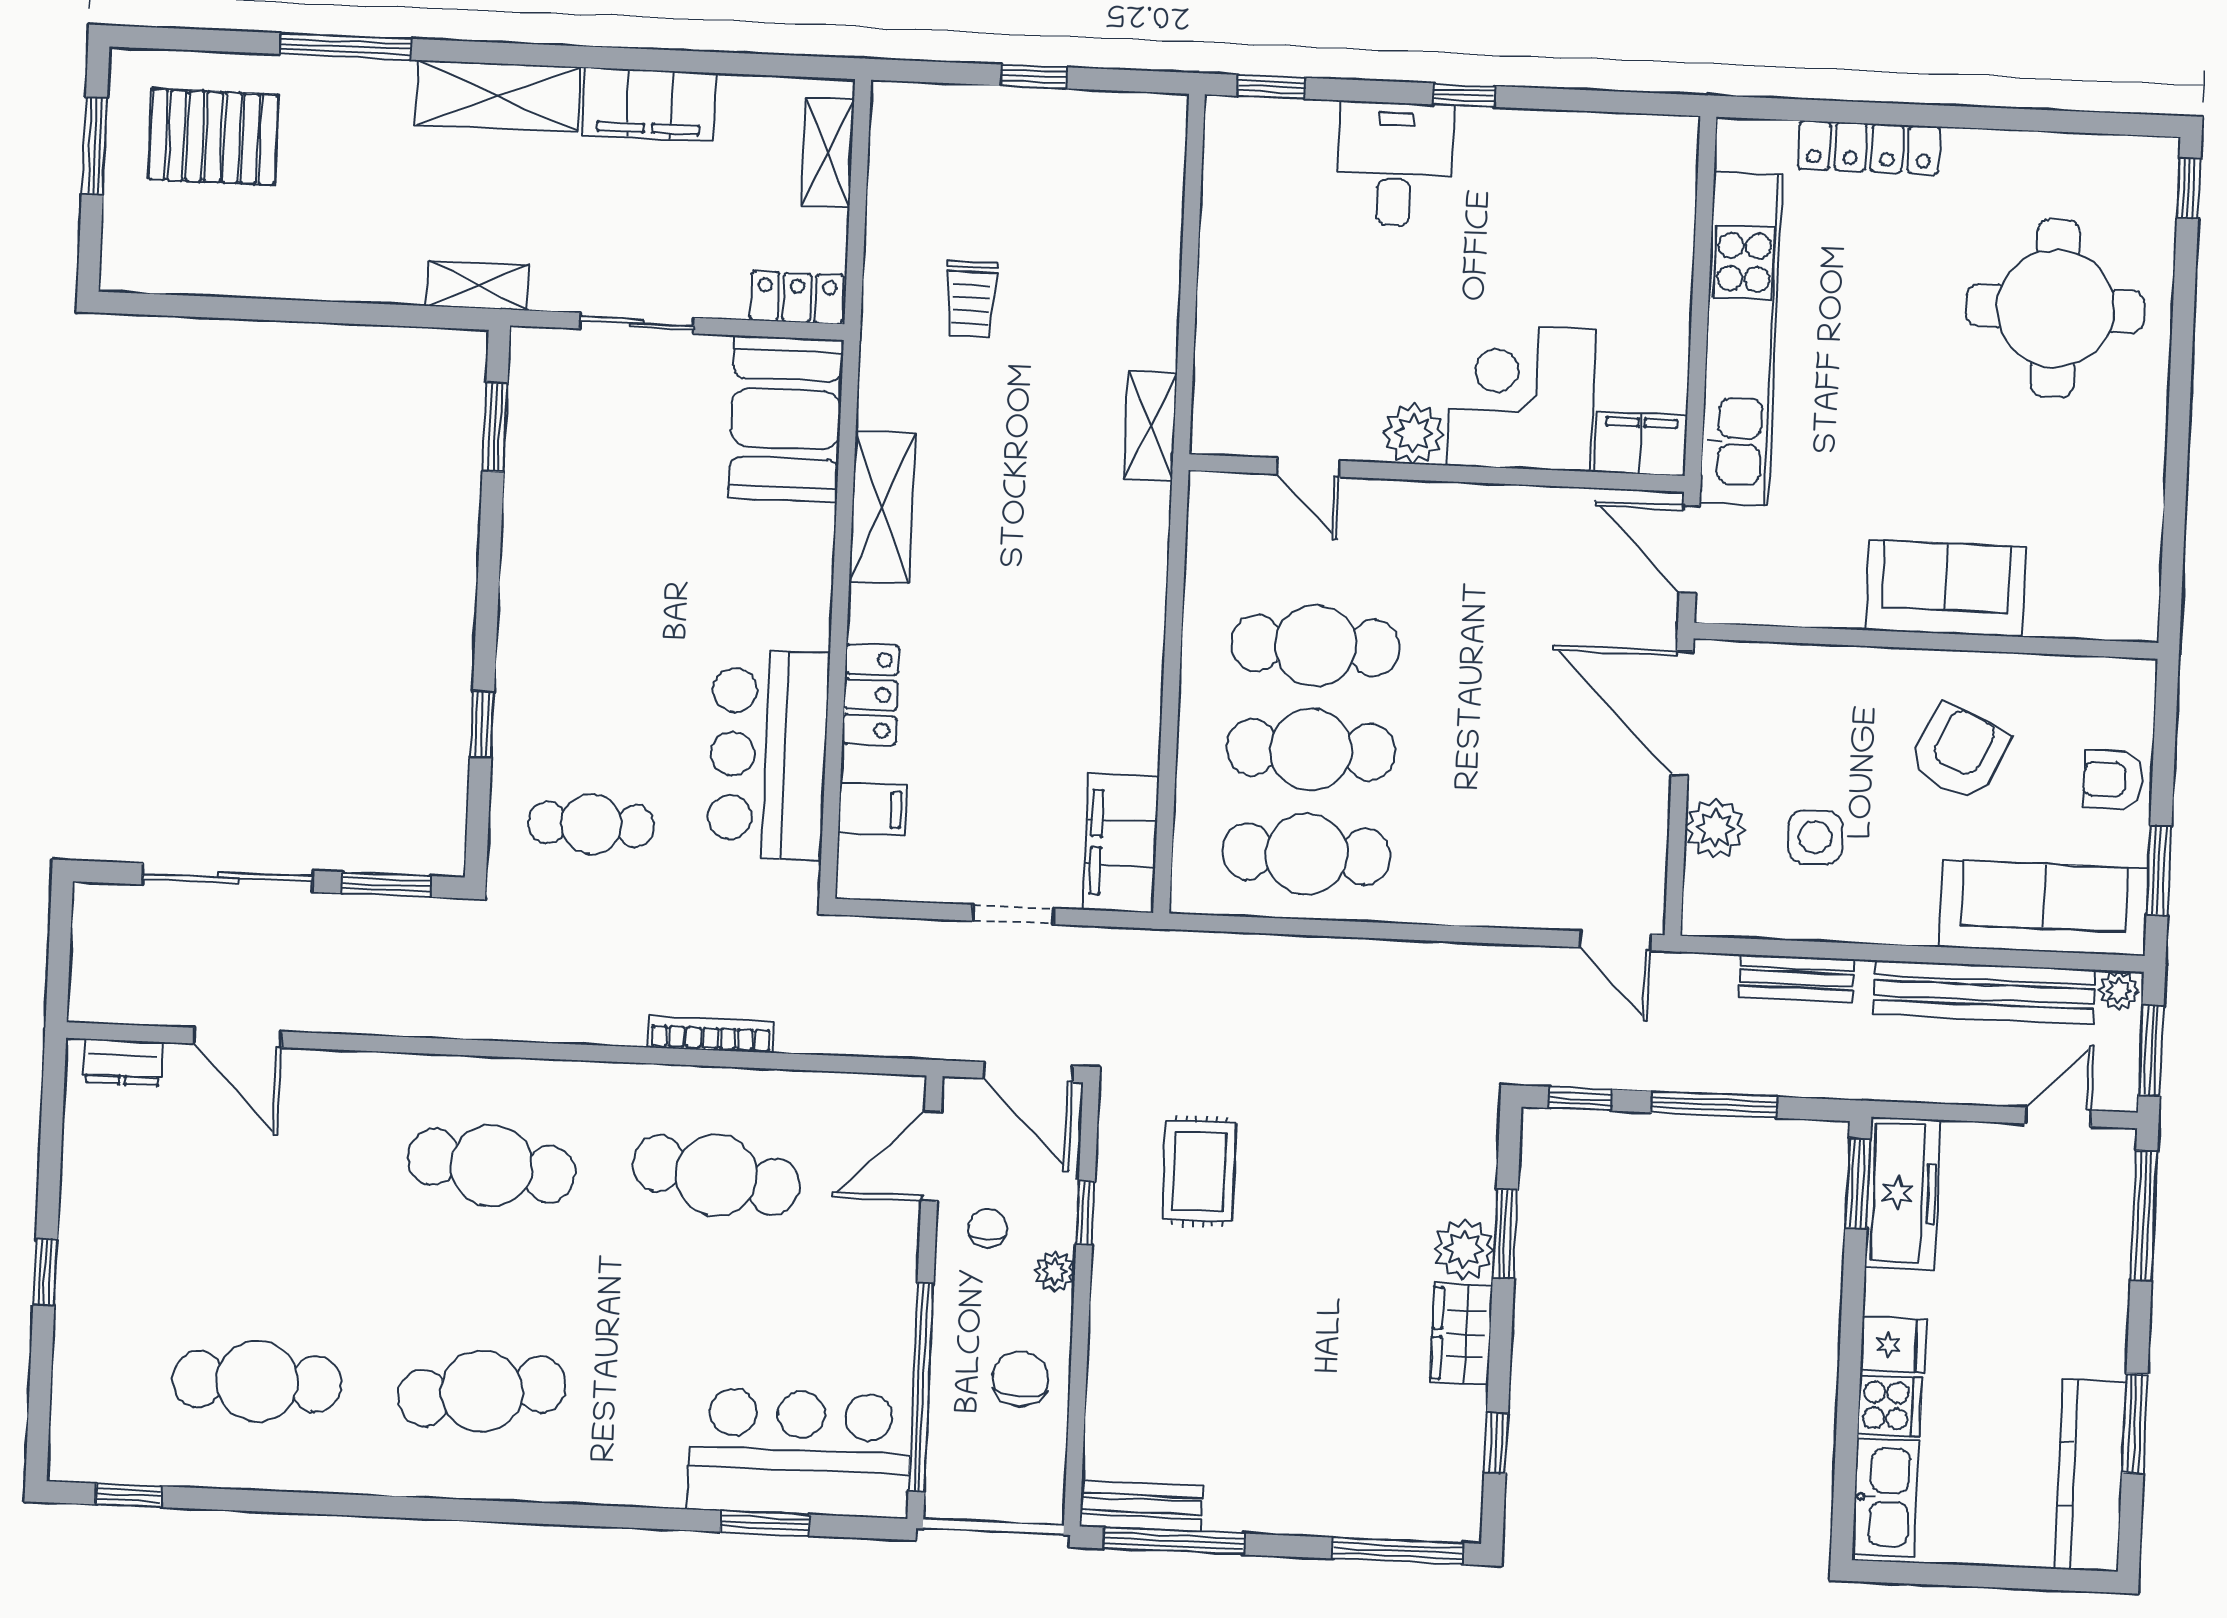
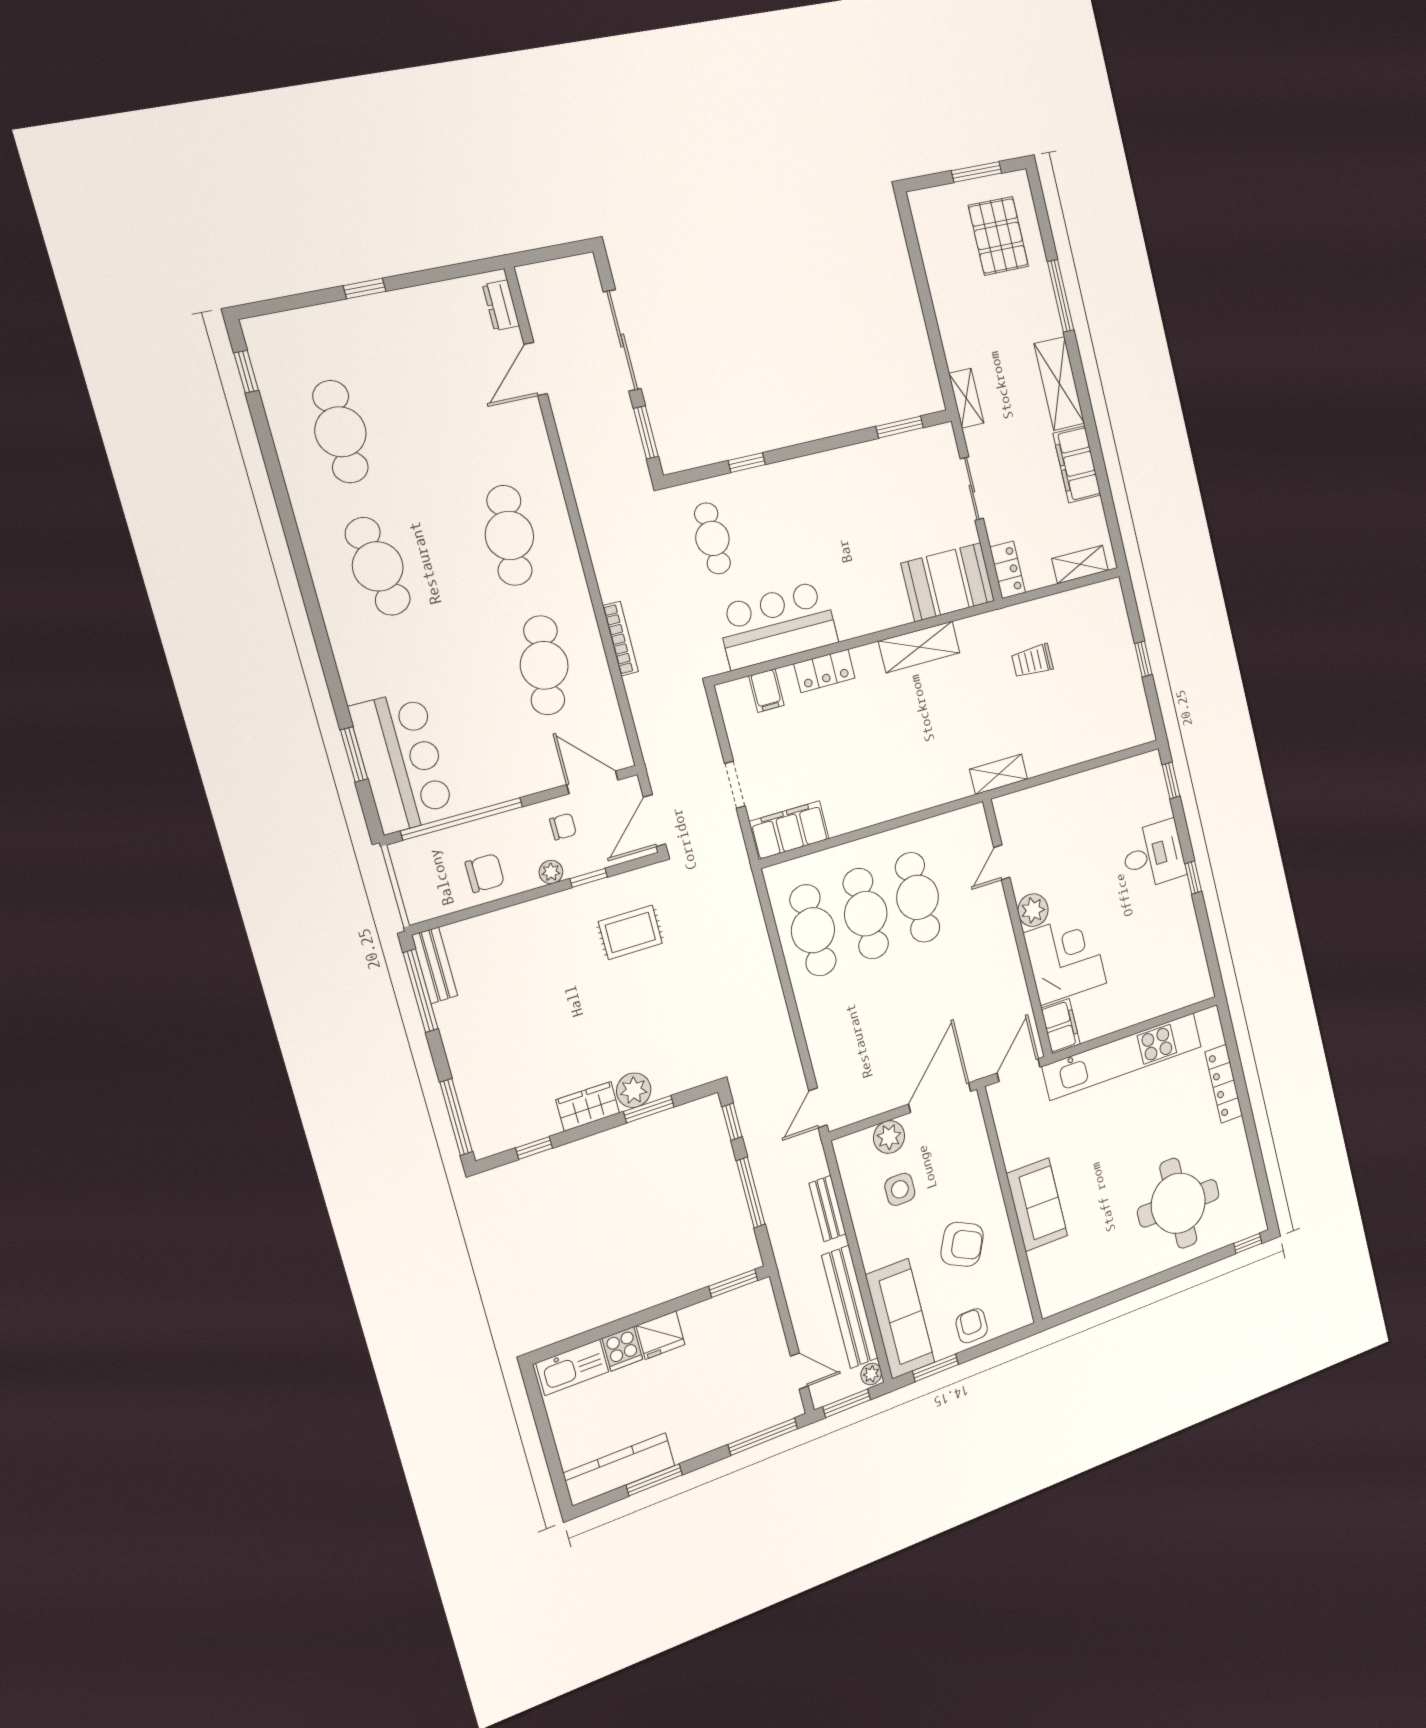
freezer: (1903, 1193) -> (736, 1309), removed
fridge: (1893, 1345) -> (661, 1335), width x1.38

